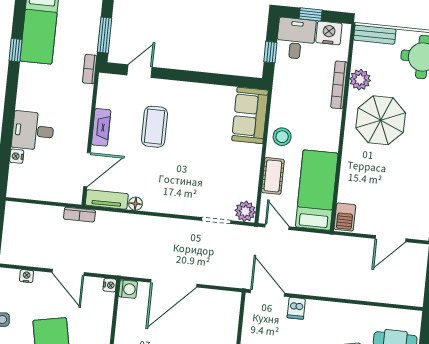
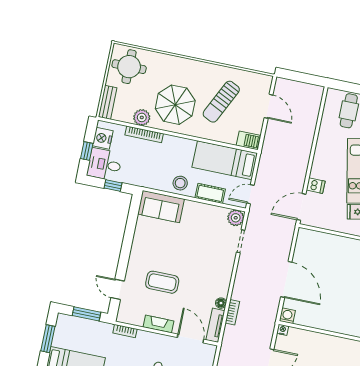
bookcase: (90, 69) -> (125, 331), moved
sun lounger: (390, 178) -> (221, 102), added
bookcase: (79, 215) -> (232, 312), moved

